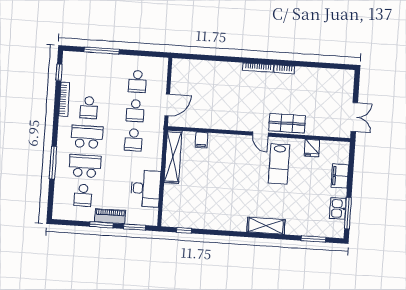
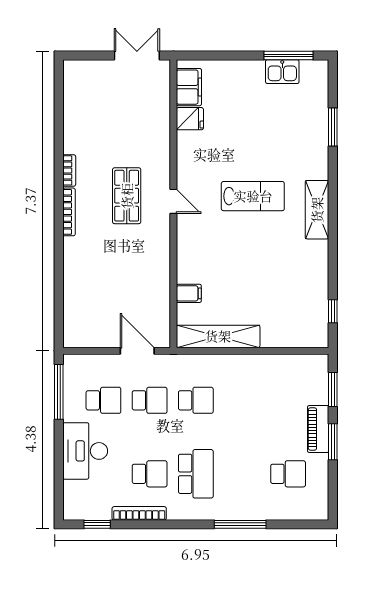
window: (102, 51) -> (59, 392), moved
shop shelf: (287, 123) -> (127, 196), moved
door: (260, 134) -> (173, 201), hinge flipped
school desk: (87, 137) -> (196, 474), turned 180
lab bench: (279, 164) -> (253, 196), moved
school desk: (85, 166) -> (242, 474), removed
filing cabinet: (340, 176) -> (189, 87), moved, turned -90
desk: (146, 189) -> (85, 451), moved, turned -90
shelving: (266, 226) -> (317, 210), moved
window: (313, 239) -> (333, 127), moved

